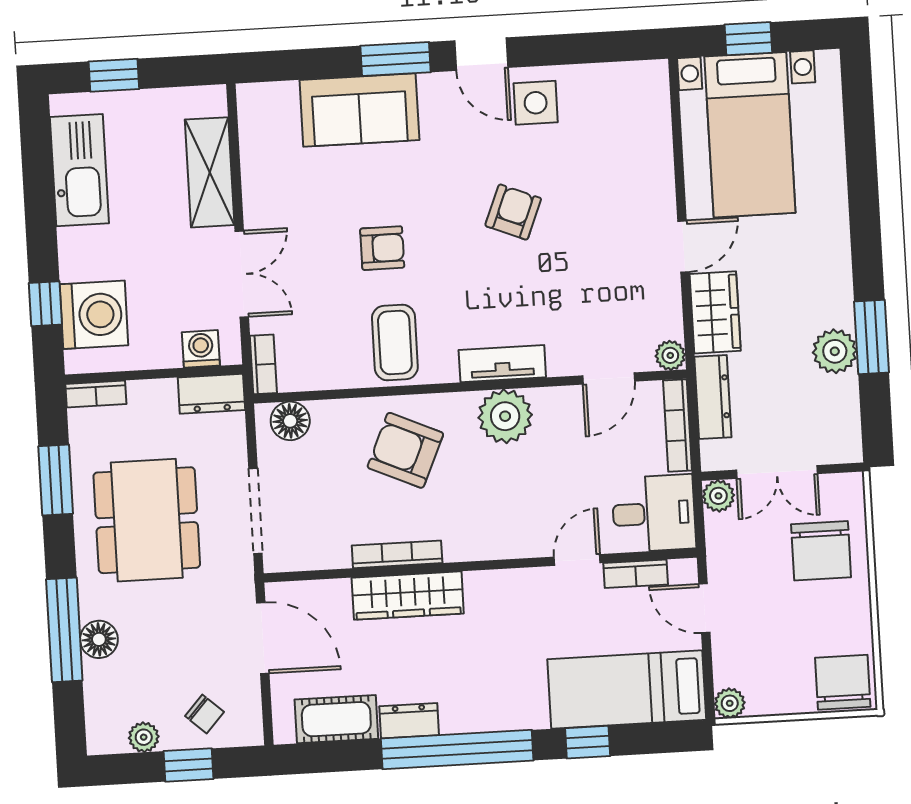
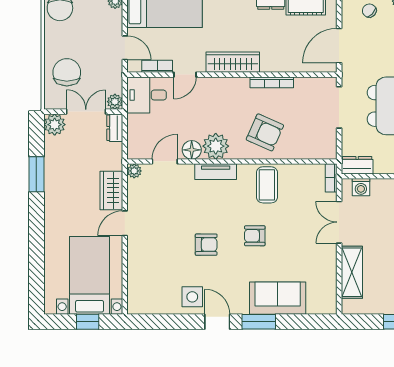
armchair: (513, 212) -> (206, 245), turned -112
armchair: (382, 248) -> (255, 236), moved
plant: (835, 351) -> (55, 125), moved
dresser: (713, 397) -> (115, 128), moved, width x0.70
floor lamp: (290, 421) -> (192, 150), moved
bookcase: (678, 425) -> (133, 137), removed
wardrobe: (408, 596) -> (233, 62), moved
door: (263, 638) -> (339, 46), hinge flipped

